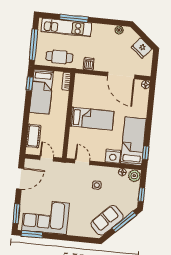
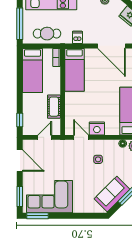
window: (30, 84) -> (20, 120), moved
bed: (92, 119) -> (75, 70), moved, turned 90
cot: (33, 136) -> (54, 107), moved
nightstand: (113, 156) -> (97, 129), moved
door: (47, 158) -> (45, 137), hinge flipped
door: (20, 178) -> (20, 161), hinge flipped

